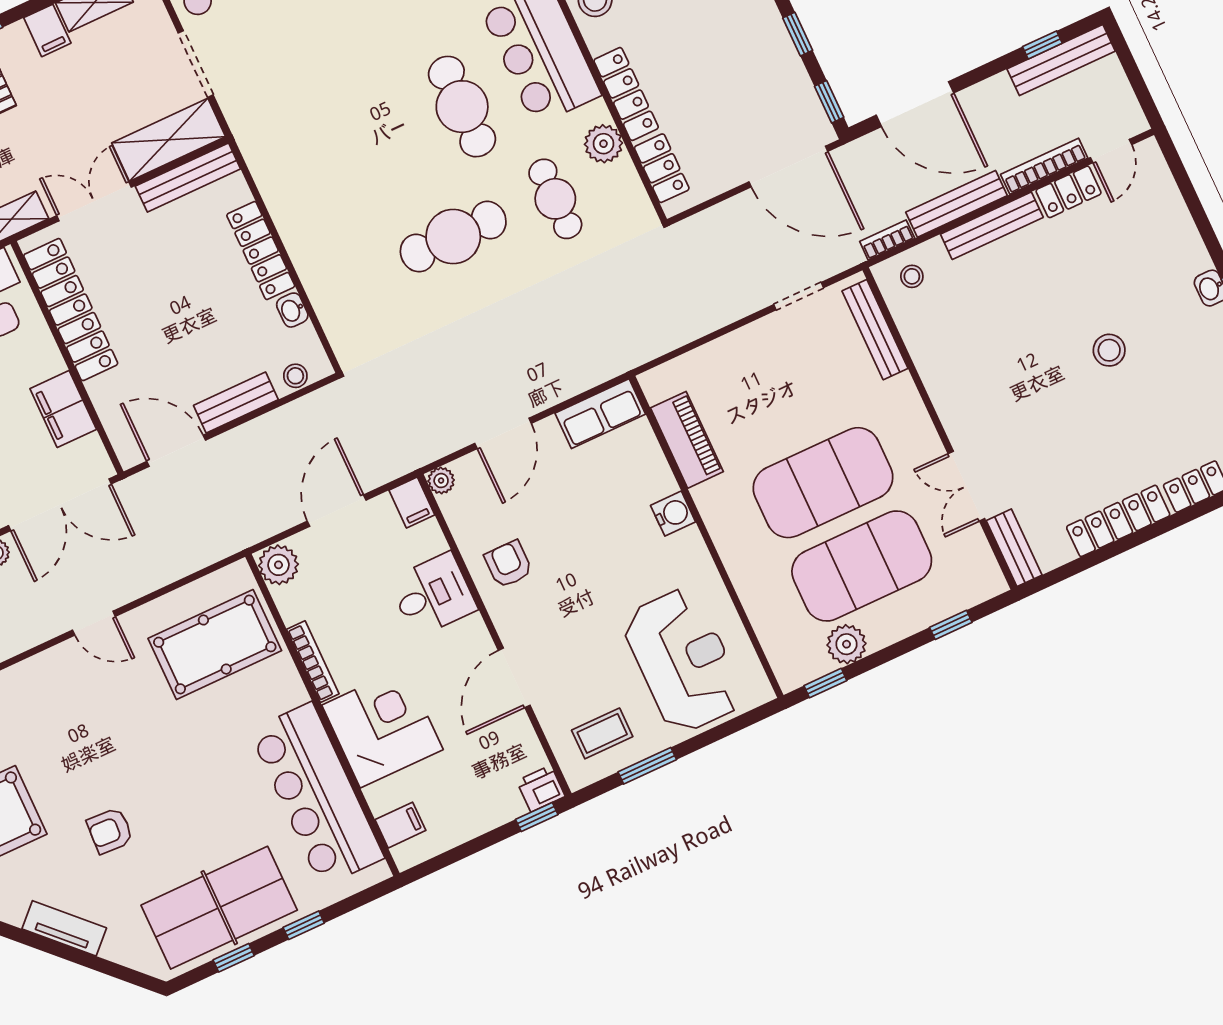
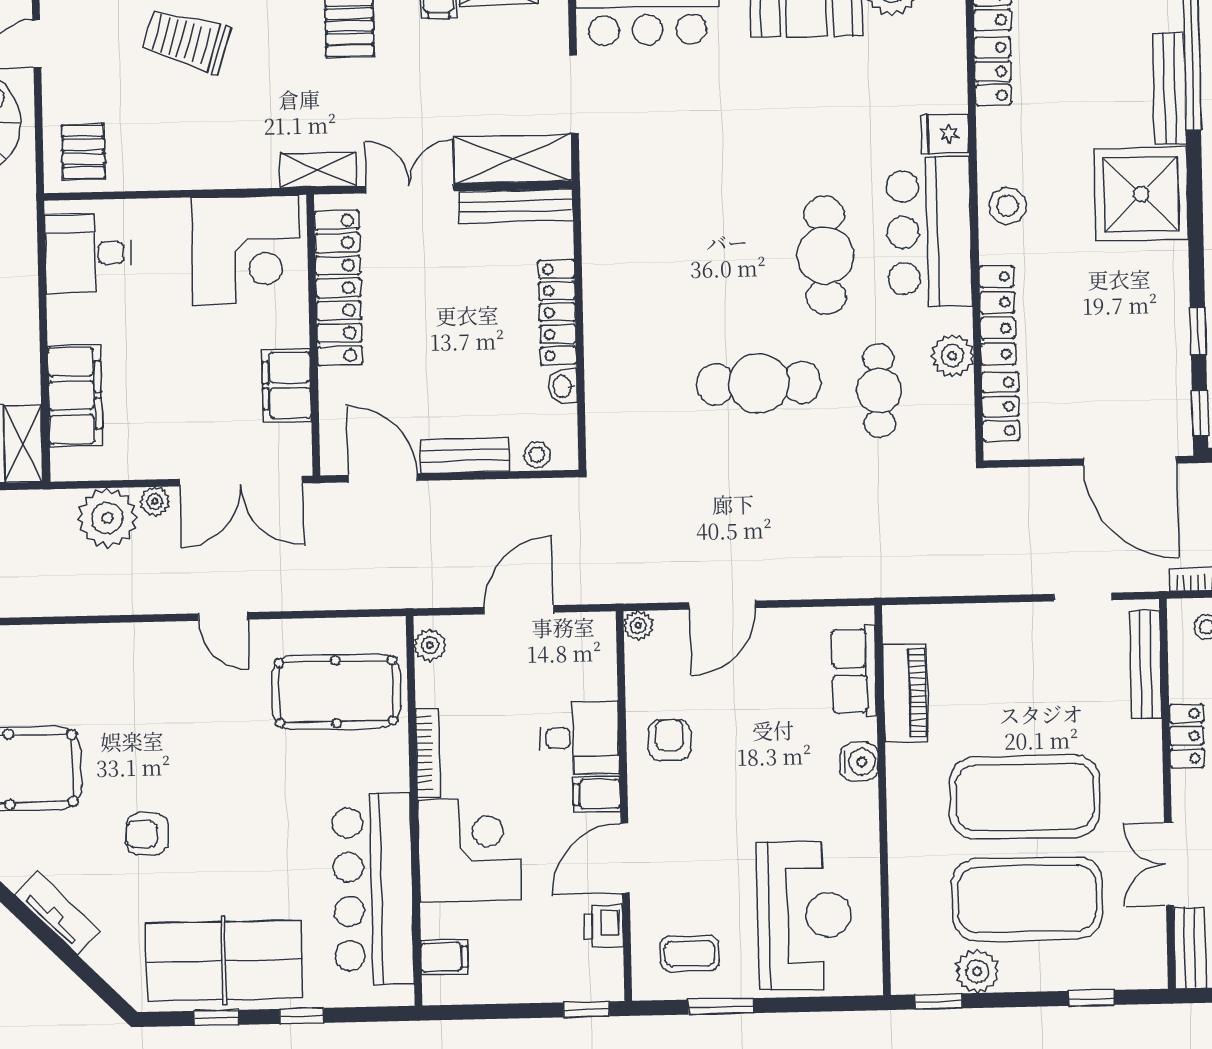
locker: (935, 374) -> (1187, 736), added
row of seats: (600, 414) -> (854, 671), moved, turned 90
filing cabinet: (412, 503) -> (597, 794), moved, turned 90
plant: (278, 565) -> (430, 645), width x0.73, depth x0.73
printer: (541, 789) -> (604, 926), moved, turned -90

